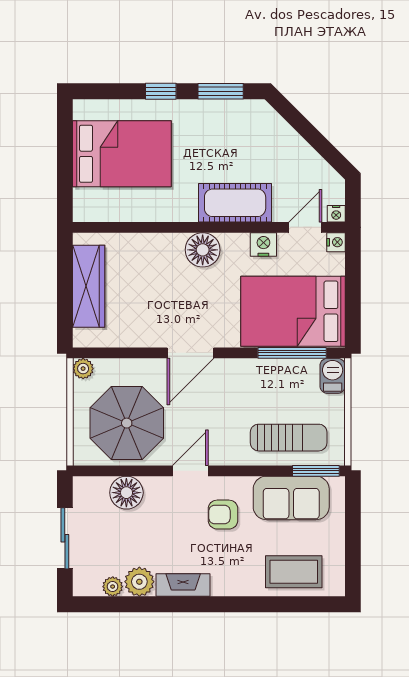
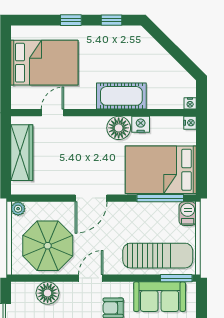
window: (221, 91) -> (111, 20), width x0.67
door: (305, 227) -> (53, 113), moved
floor lamp: (203, 250) -> (119, 128), moved
sun lounger: (289, 438) -> (158, 256), width x1.36, depth x1.34

